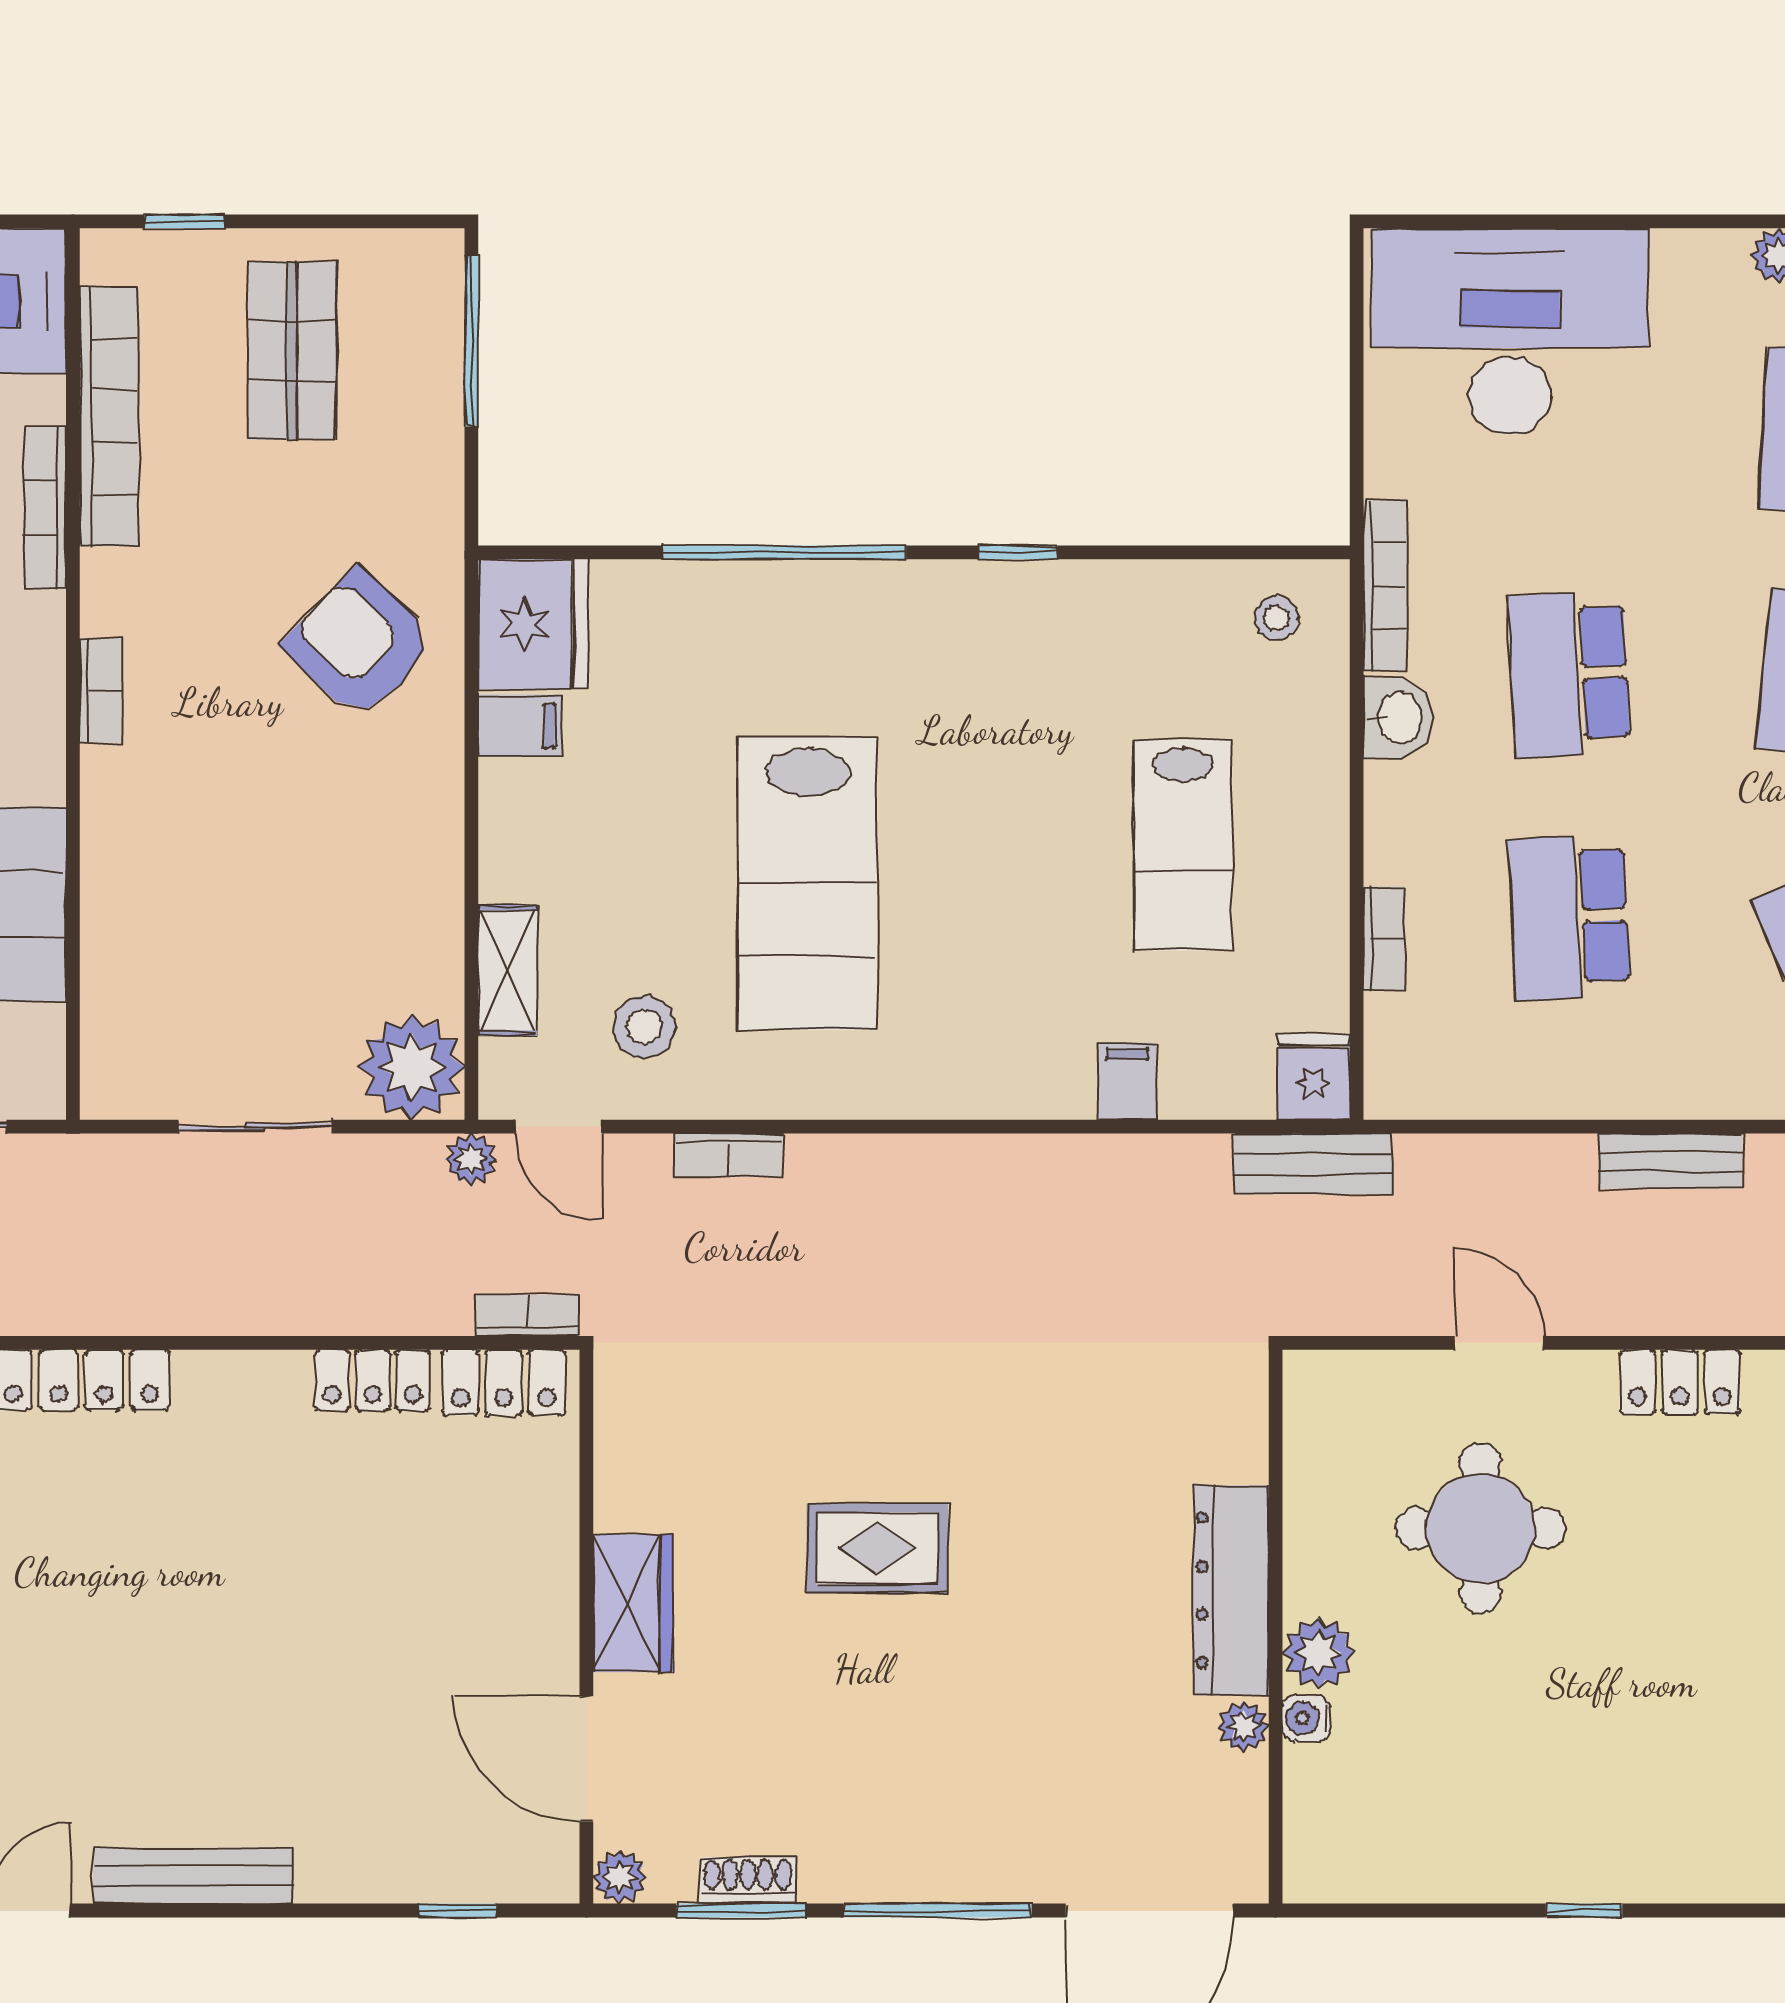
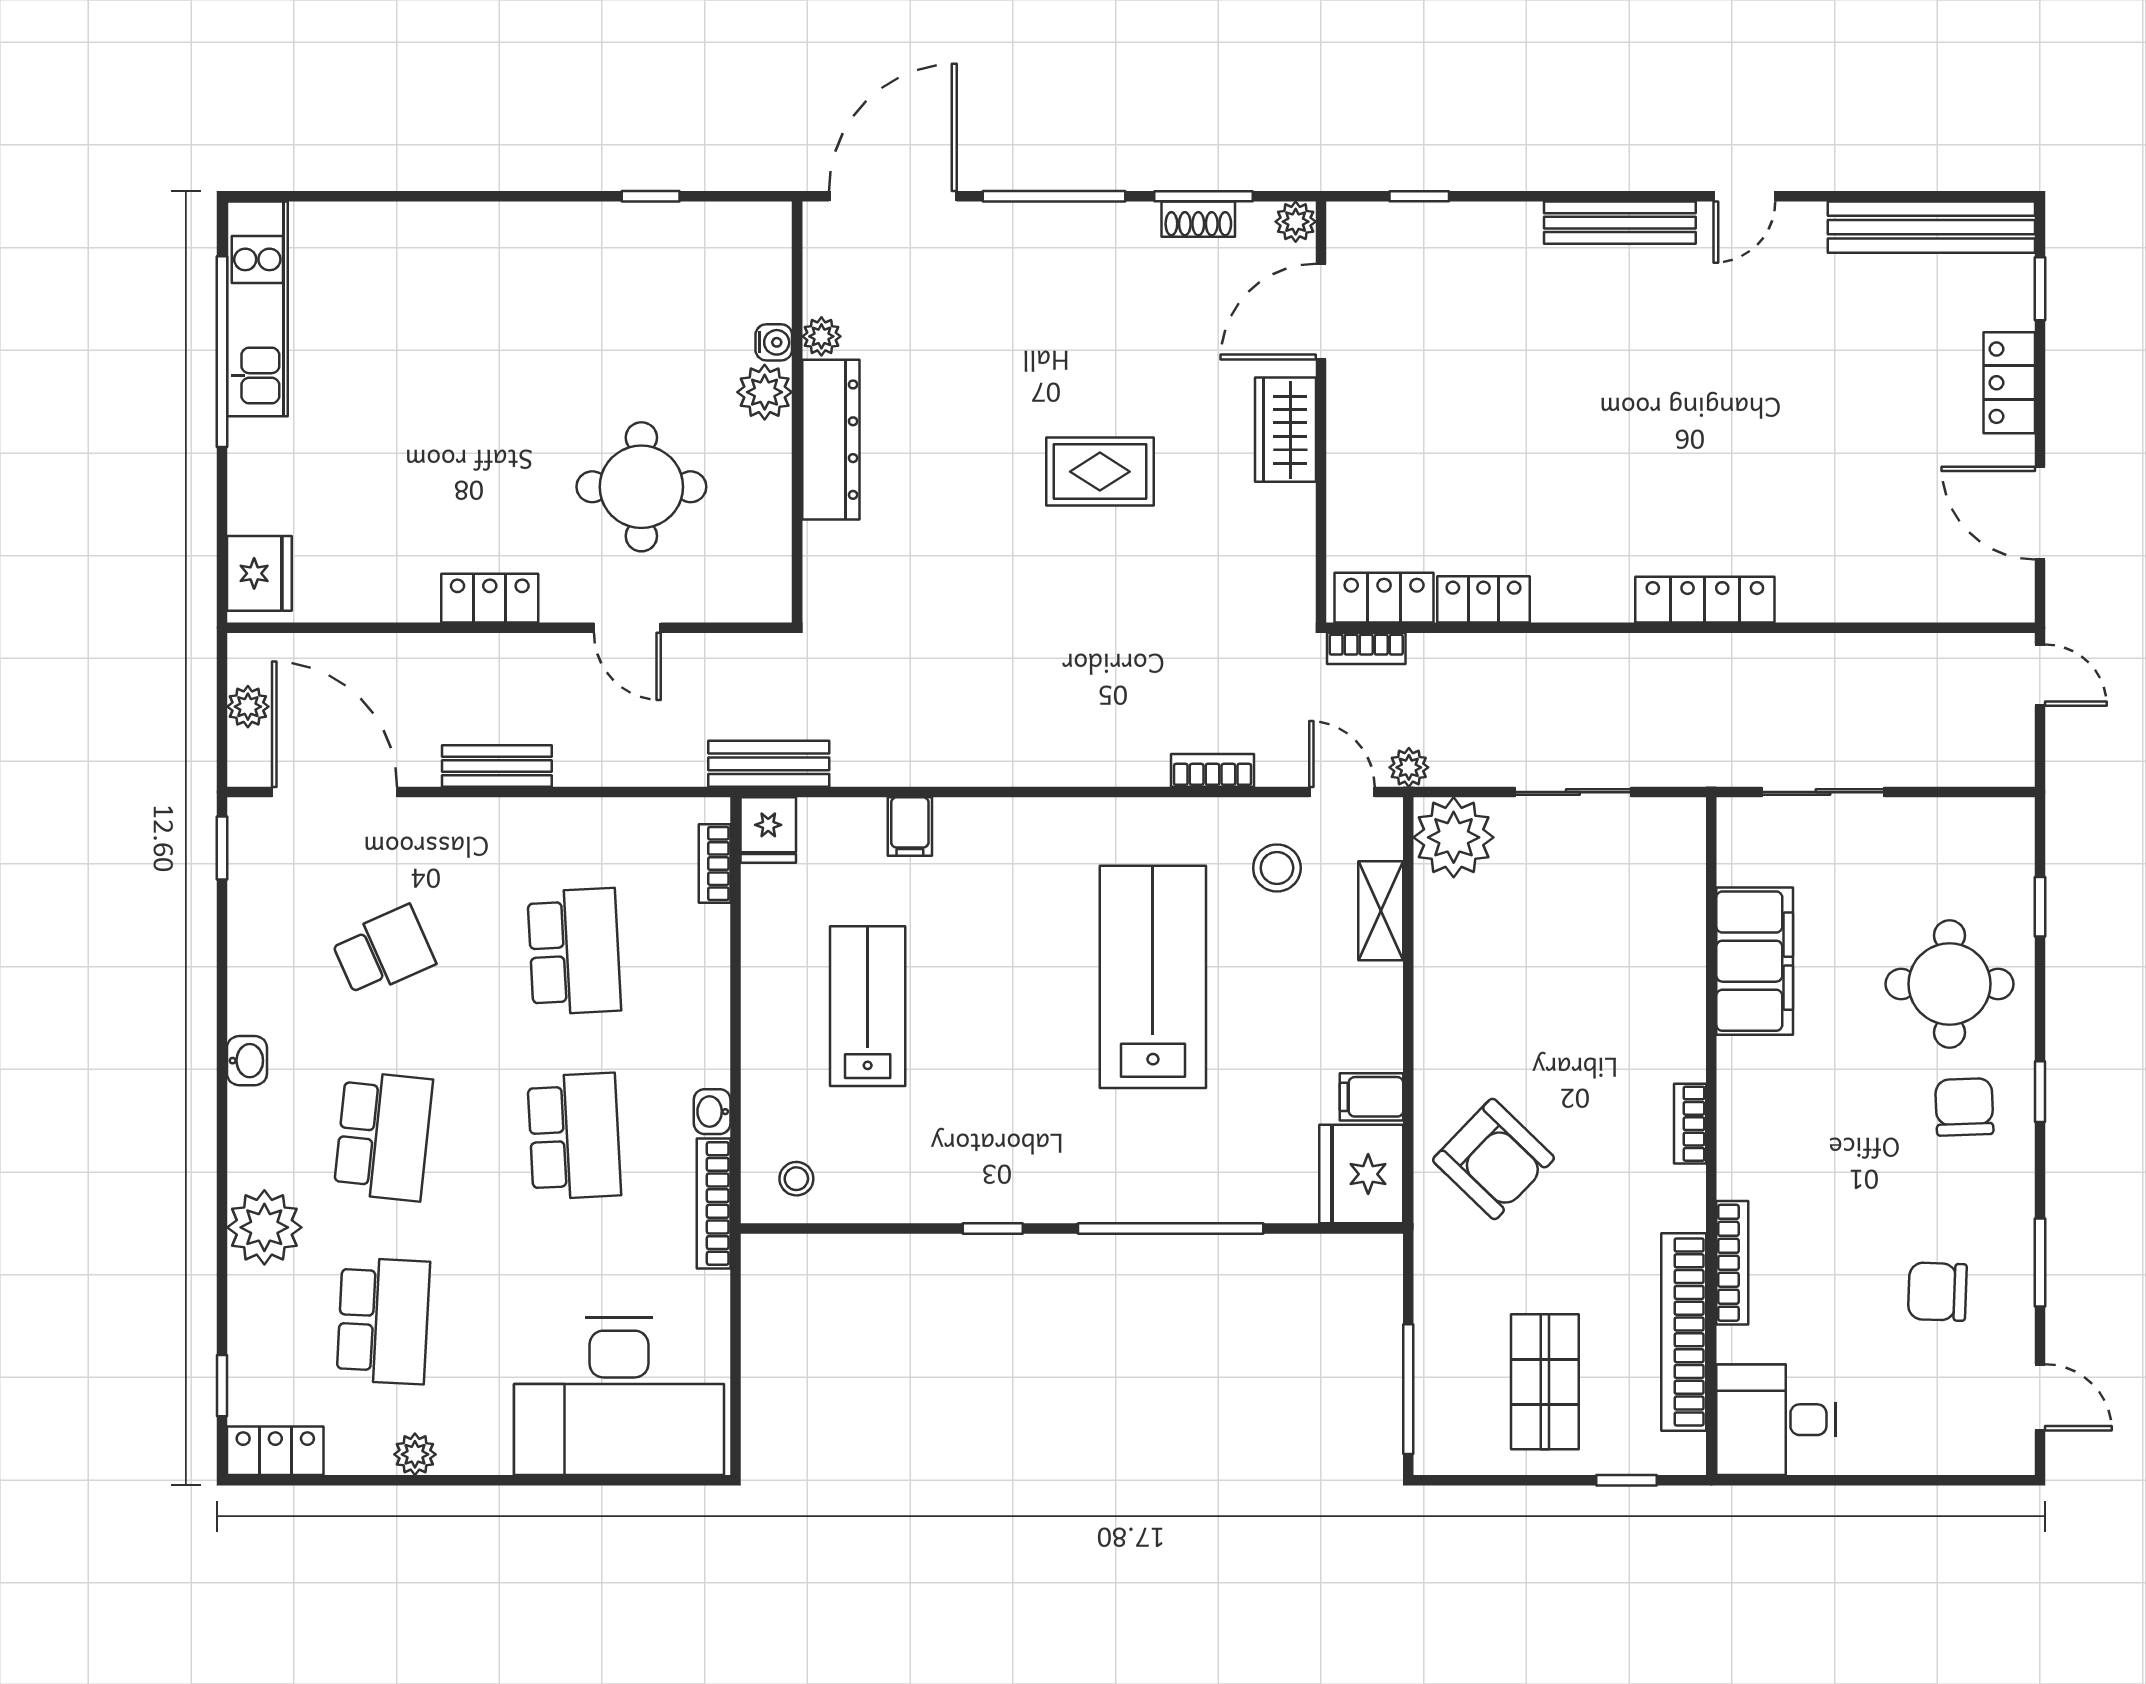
washbasin: (1398, 718) -> (712, 1112), width x0.72, depth x0.69
bookcase: (1384, 939) -> (715, 864), moved
door: (586, 1759) -> (1321, 312), swing flipped
window: (1584, 1911) -> (651, 196), moved

